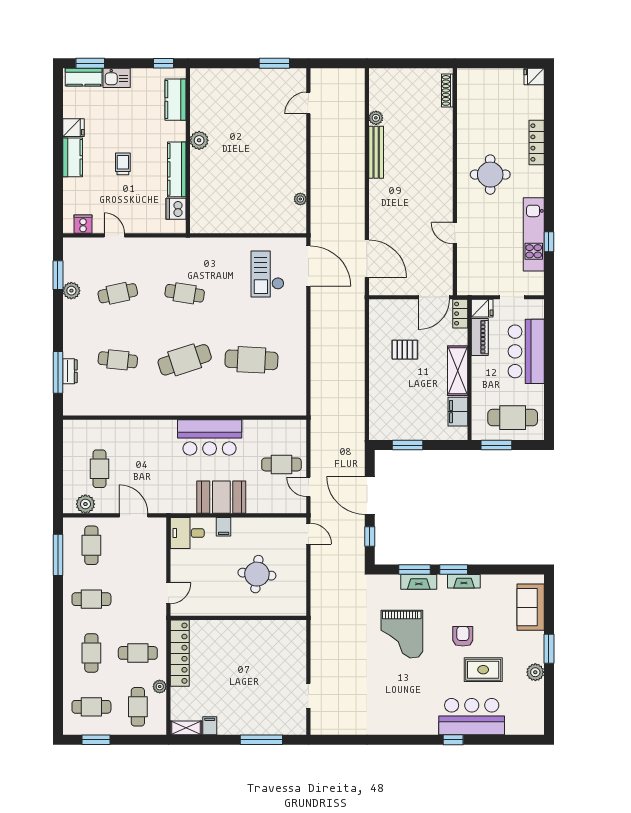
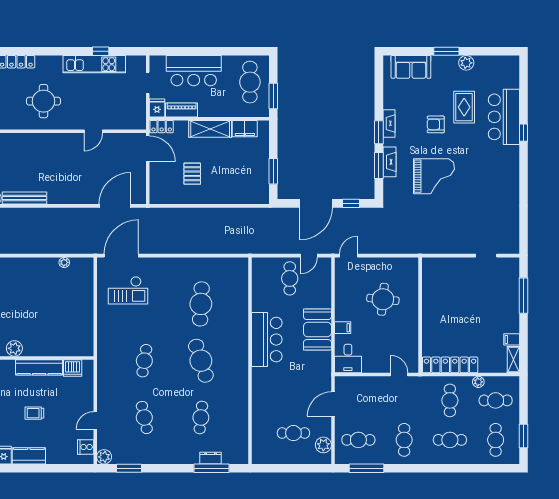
plant: (71, 291) -> (104, 457), moved

